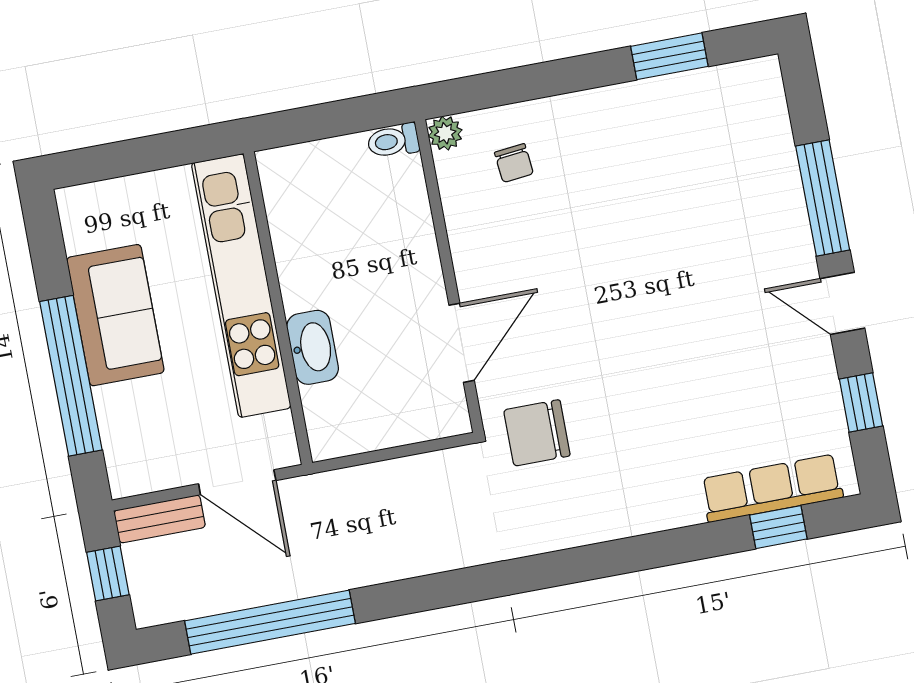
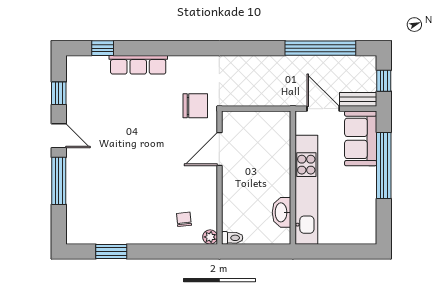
sofa: (115, 315) -> (361, 138), moved
washbasin: (313, 347) -> (282, 212), moved
row of seats: (772, 488) -> (138, 65), moved

